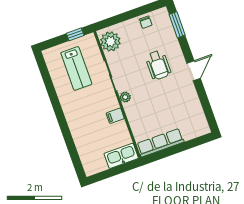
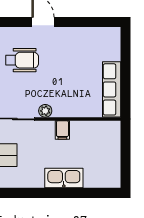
kitchen sink: (121, 156) -> (64, 178), moved, turned 90

